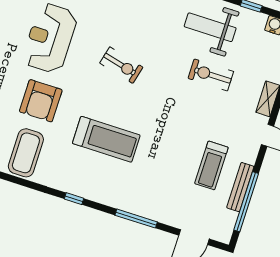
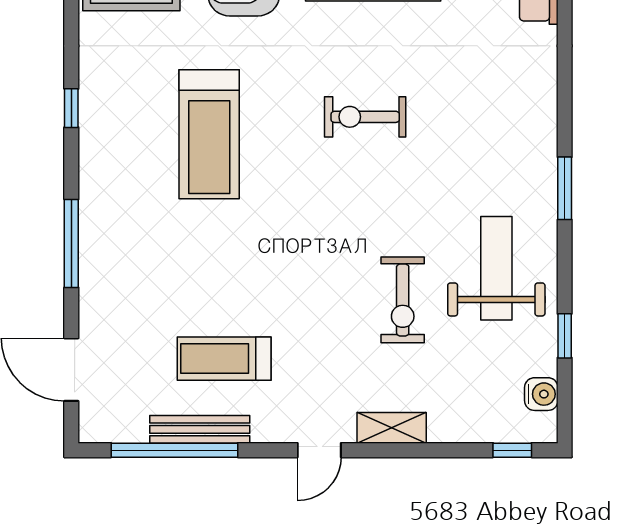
exercise bike: (121, 65) -> (365, 117), turned 76
exercise bike: (211, 75) -> (403, 300), turned 180

